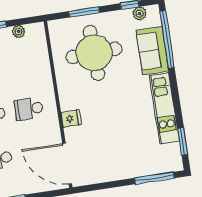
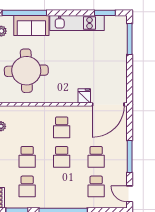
fridge: (71, 118) -> (84, 96), moved

